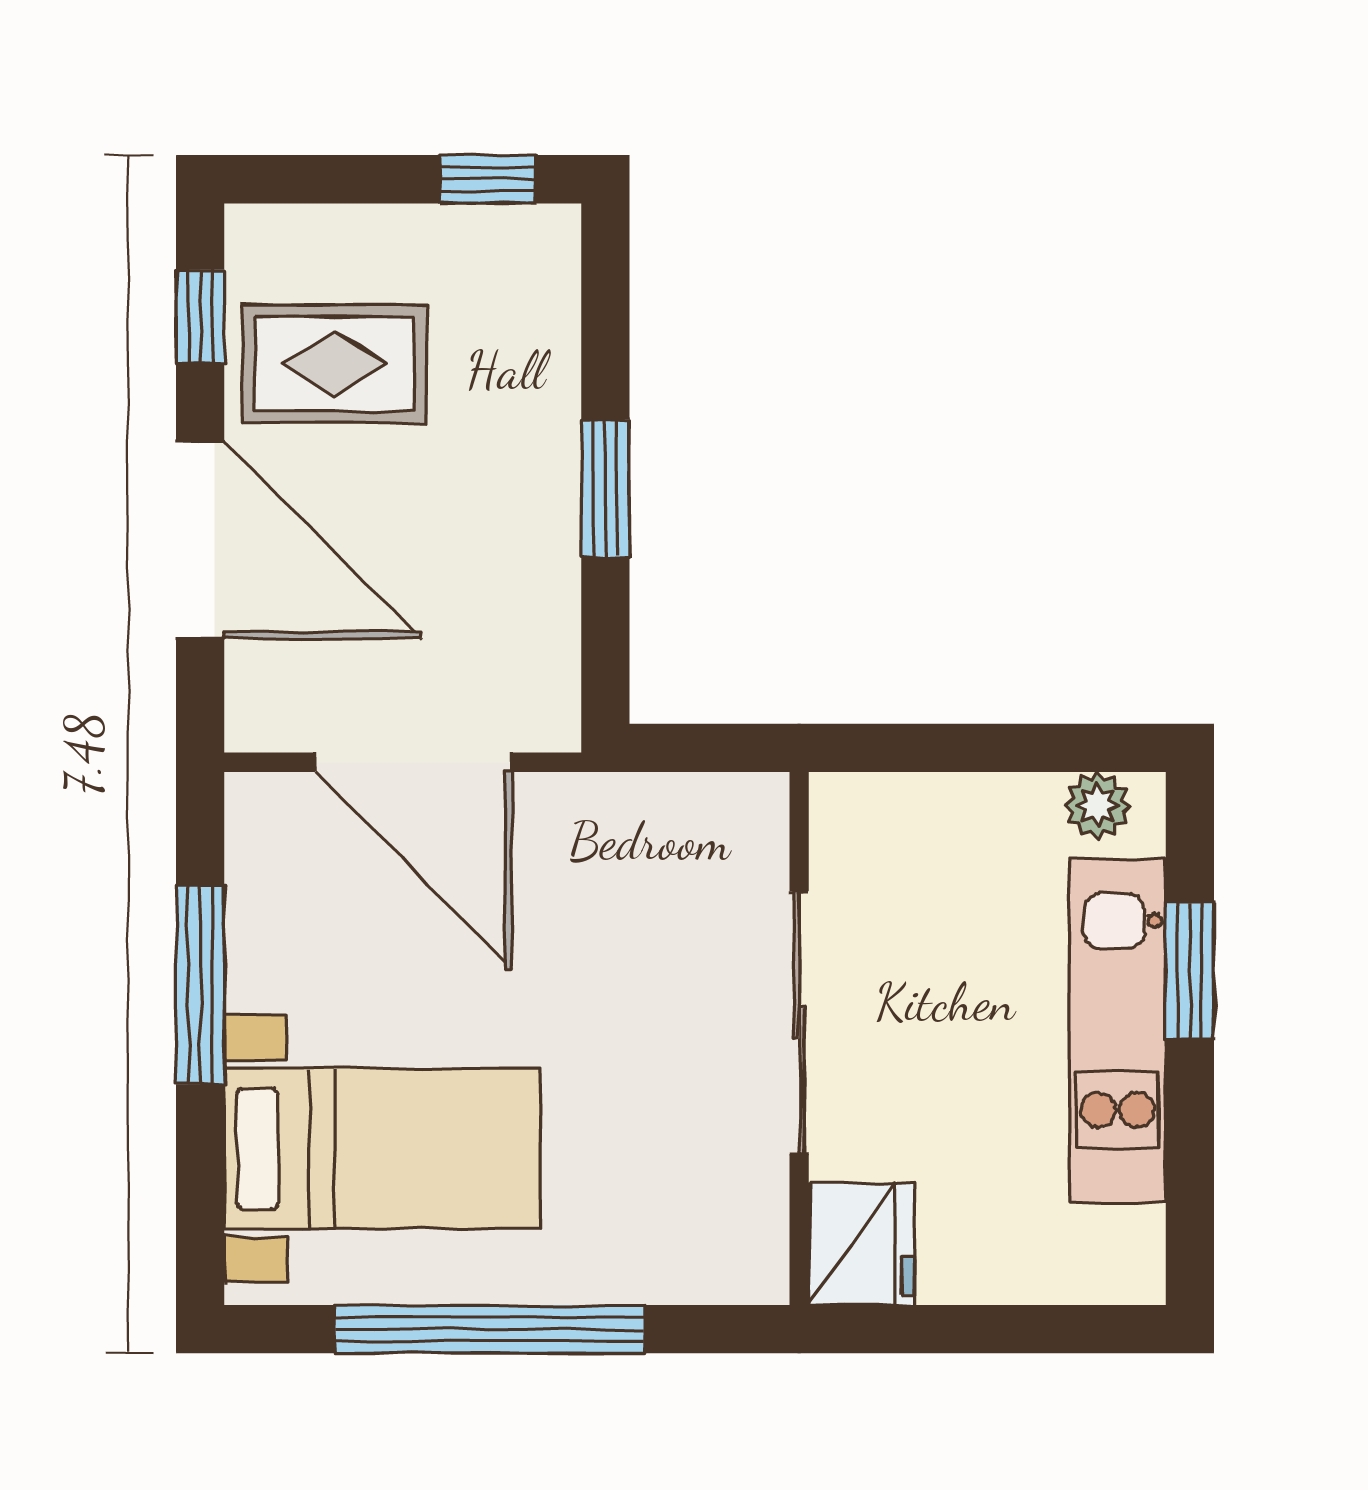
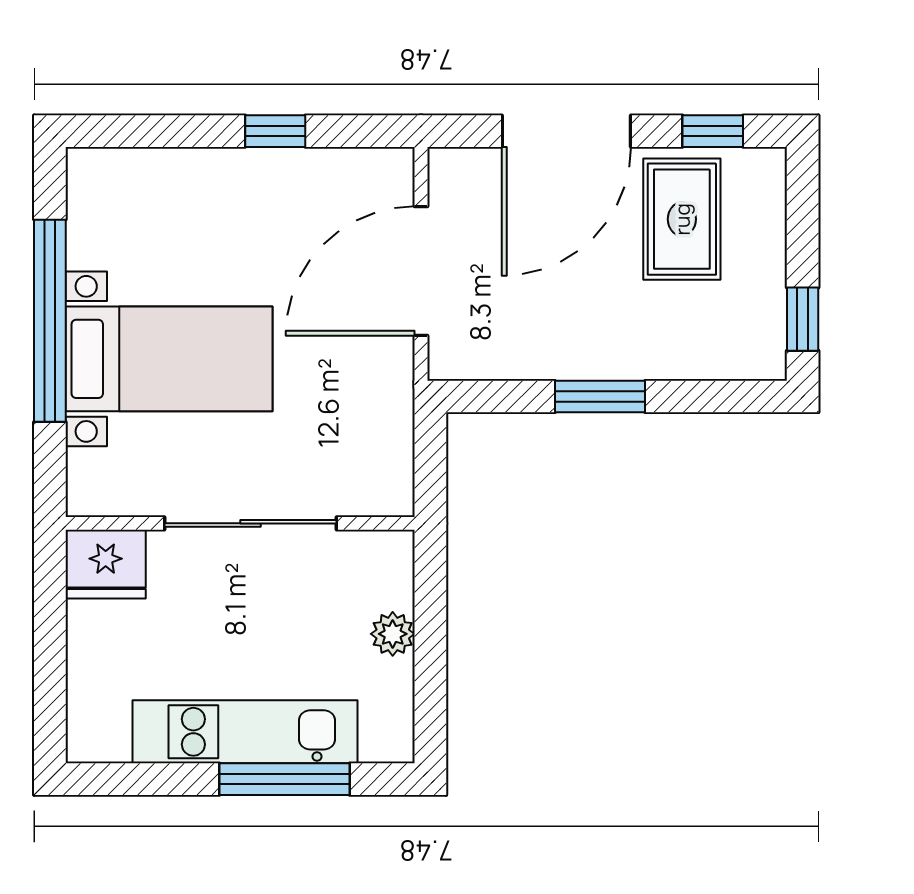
plant: (1097, 805) -> (393, 634), moved
window: (1190, 971) -> (285, 779), width x1.44
window: (200, 985) -> (275, 131), width x0.46
bed with nightstands: (382, 1149) -> (169, 359), moved, turned -90

